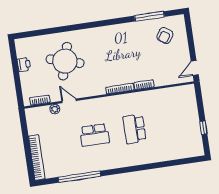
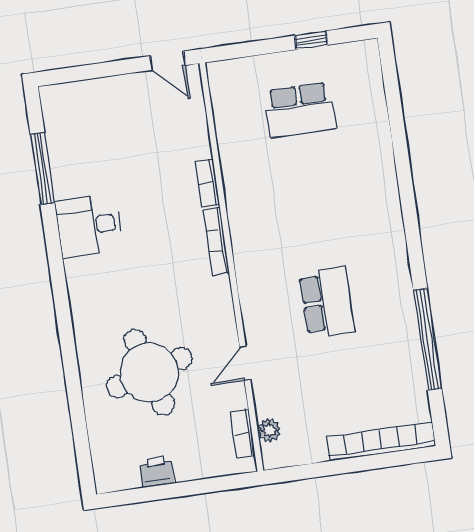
desk: (126, 36) -> (89, 226), added
armchair: (165, 36) -> (89, 132), removed
round table: (65, 61) -> (149, 372), turned -32
plant: (55, 109) -> (269, 430), moved
school desk: (134, 129) -> (300, 110), moved

